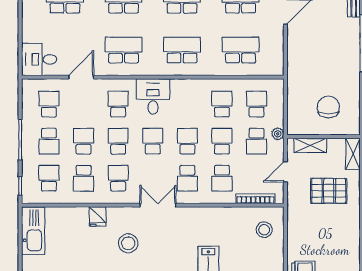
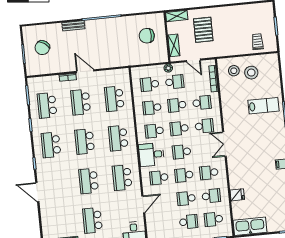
door: (81, 77) -> (143, 204), swing flipped
school desk: (49, 104) -> (154, 131), moved
fridge: (98, 217) -> (237, 195), moved
stool: (128, 243) -> (251, 73), moved

